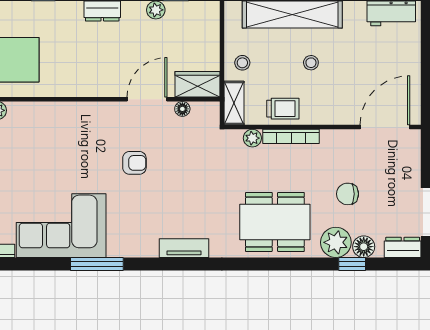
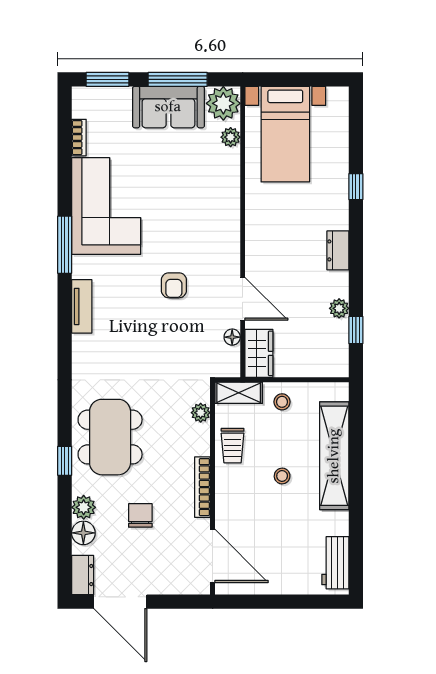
bookcase: (291, 136) -> (202, 487), moved
plant: (336, 242) -> (84, 507), width x0.73, depth x0.73
tv unit: (184, 248) -> (82, 306), moved
window: (352, 264) -> (65, 461), moved

